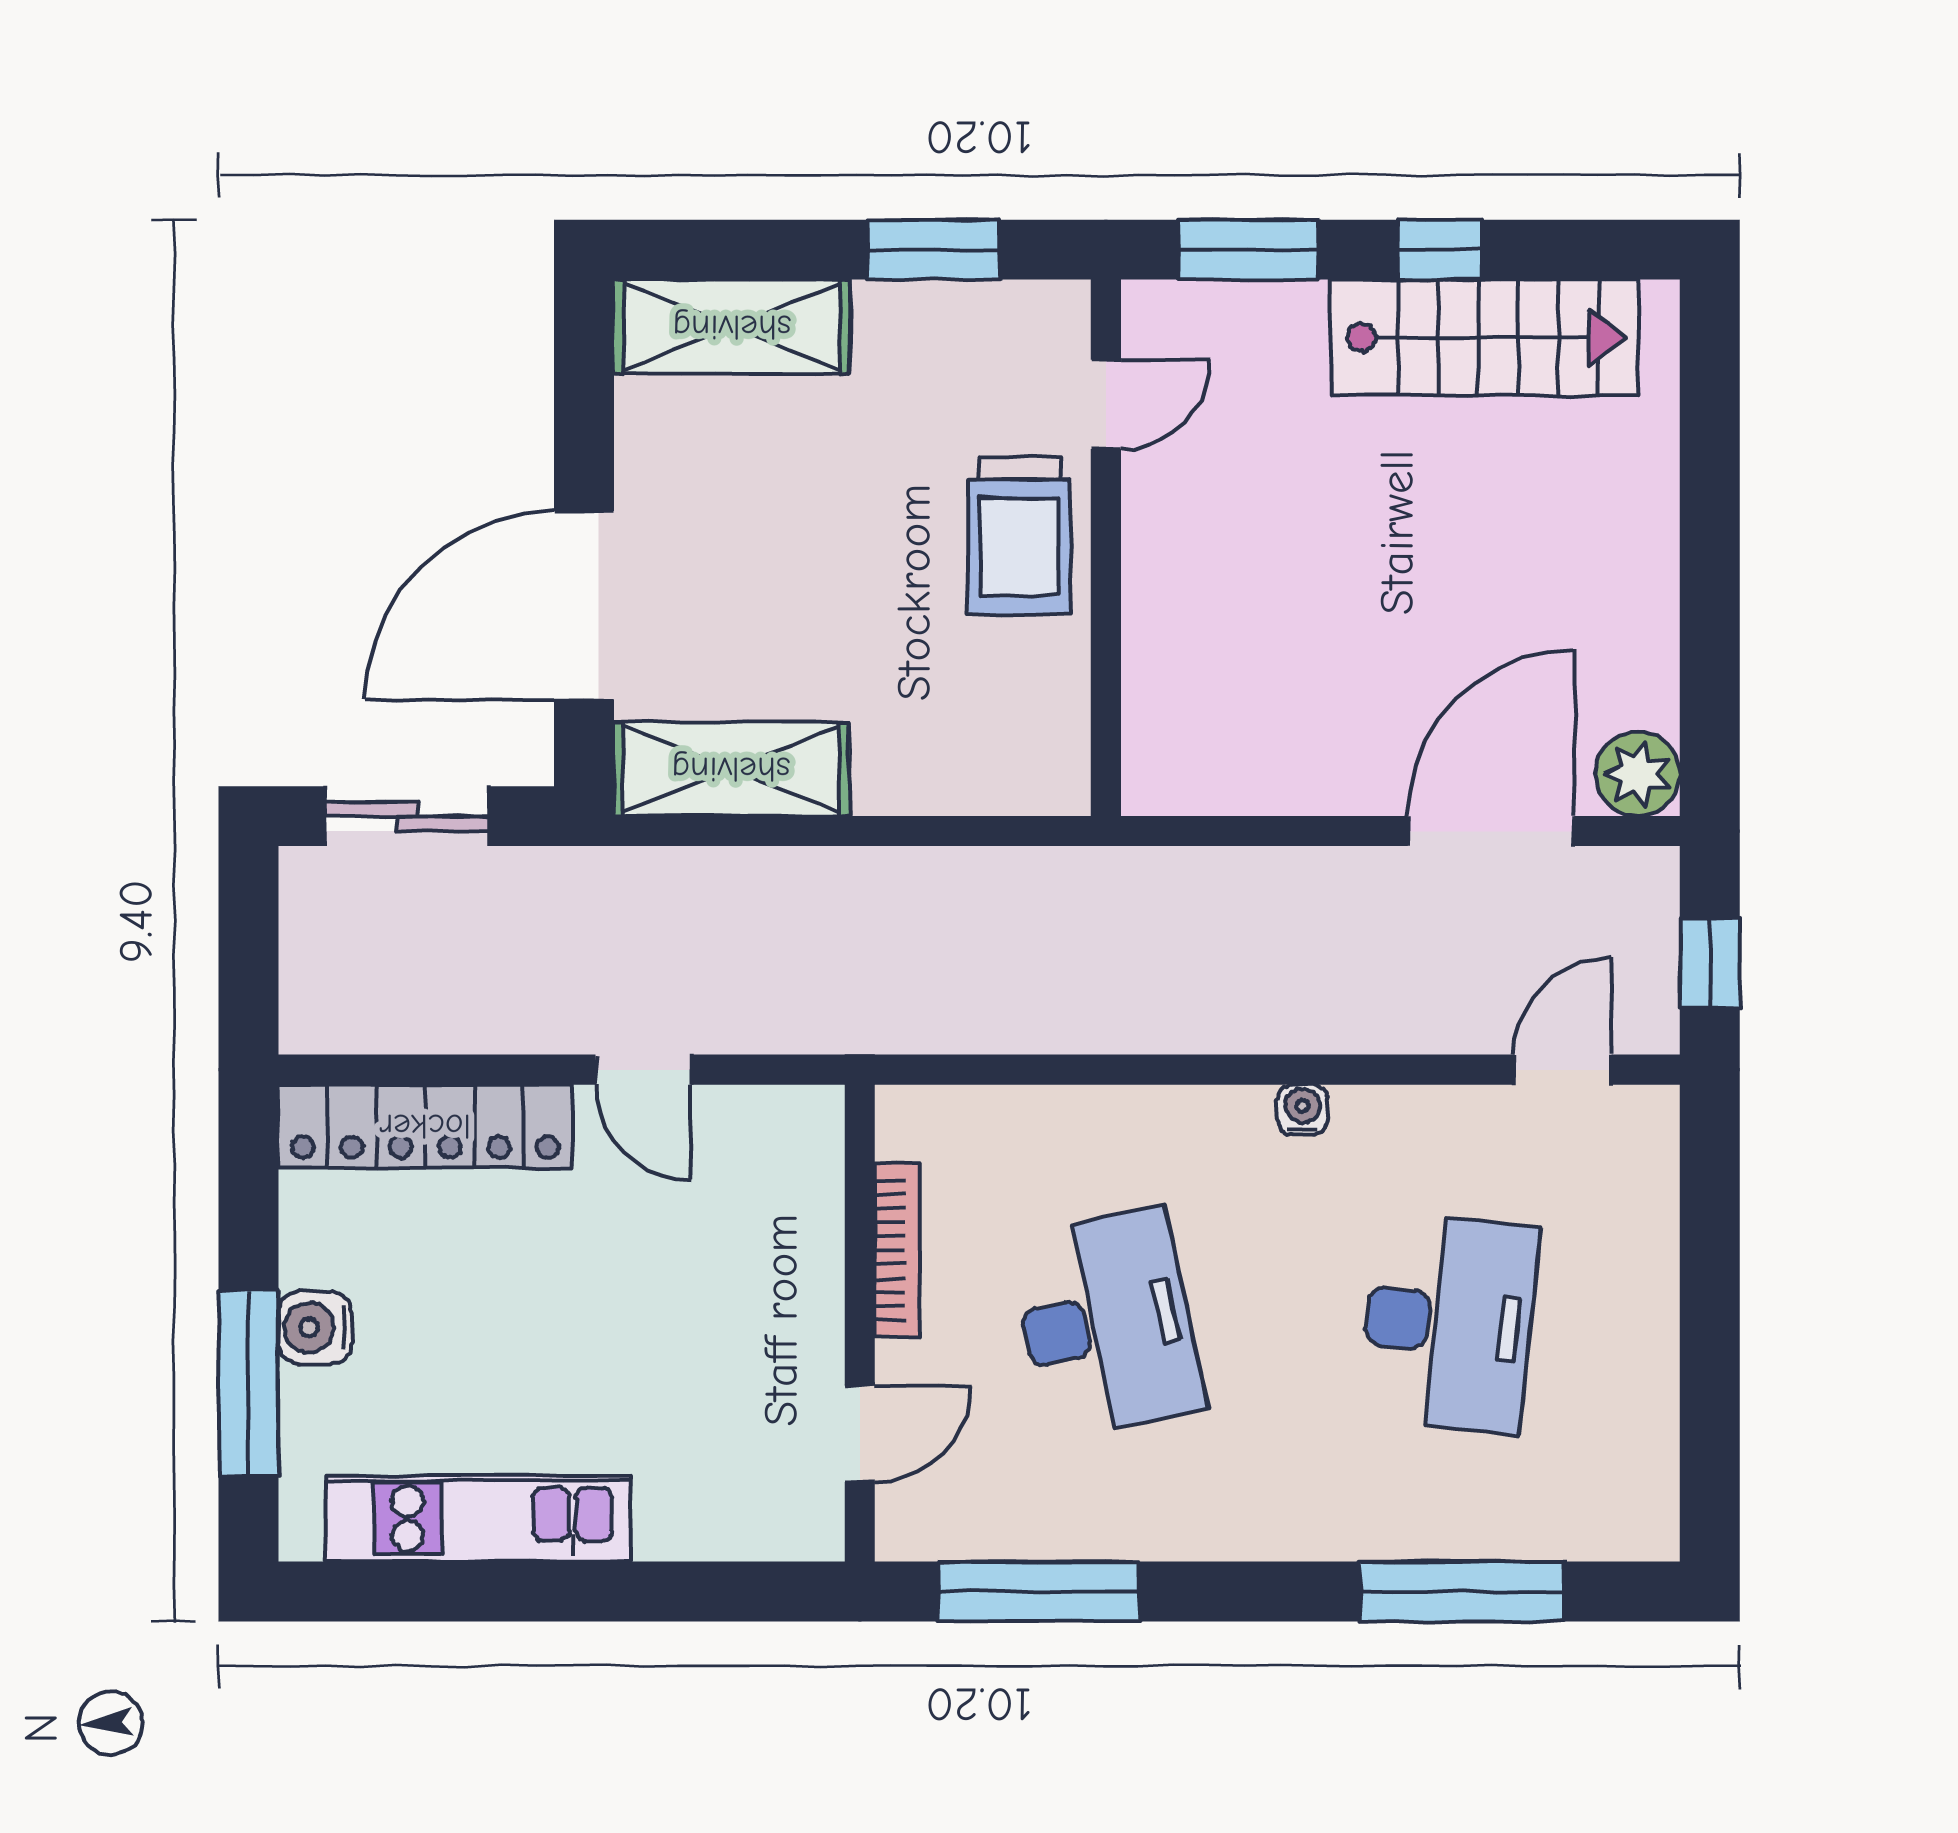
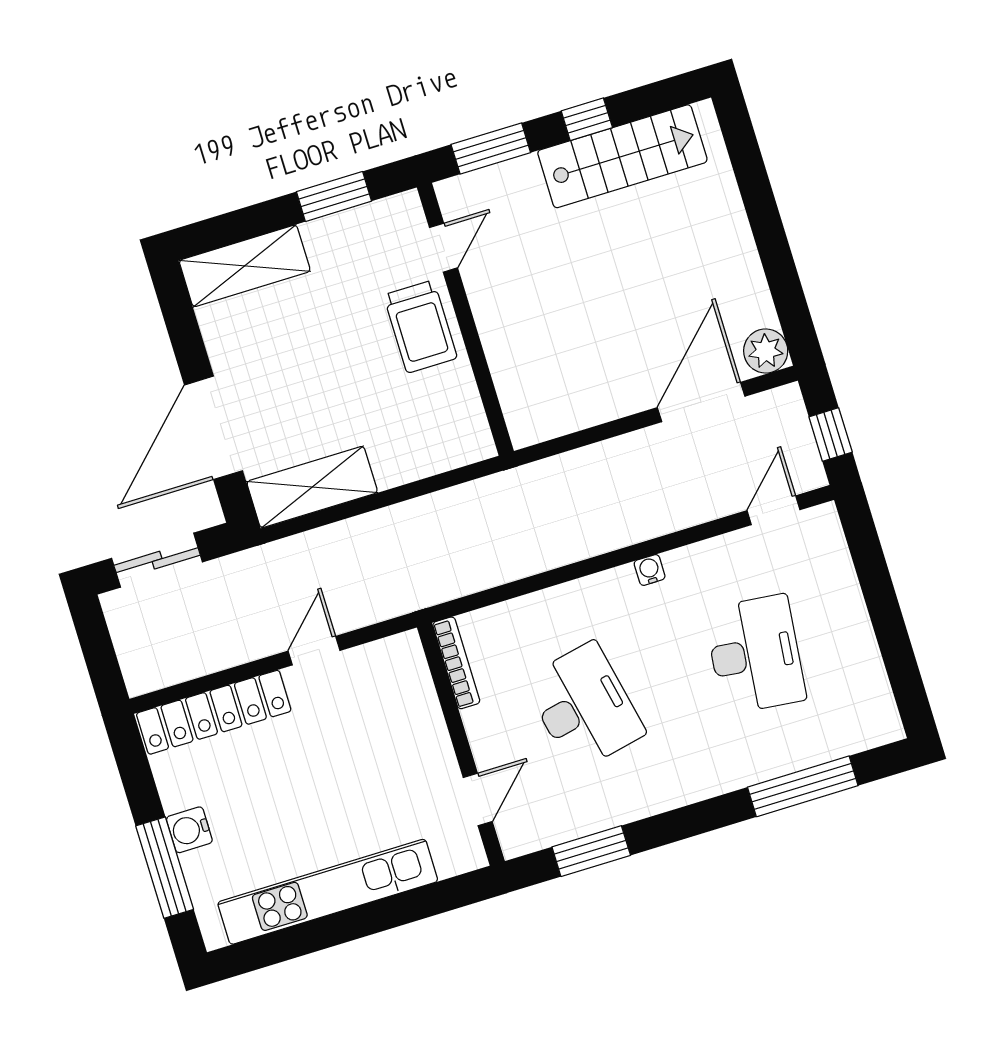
door: (643, 1070) -> (314, 651), swing flipped
bookcase: (897, 1250) -> (456, 663), moved
kitchen unit: (478, 1519) -> (328, 892), width x1.36
window: (1039, 1591) -> (591, 851), width x0.69

